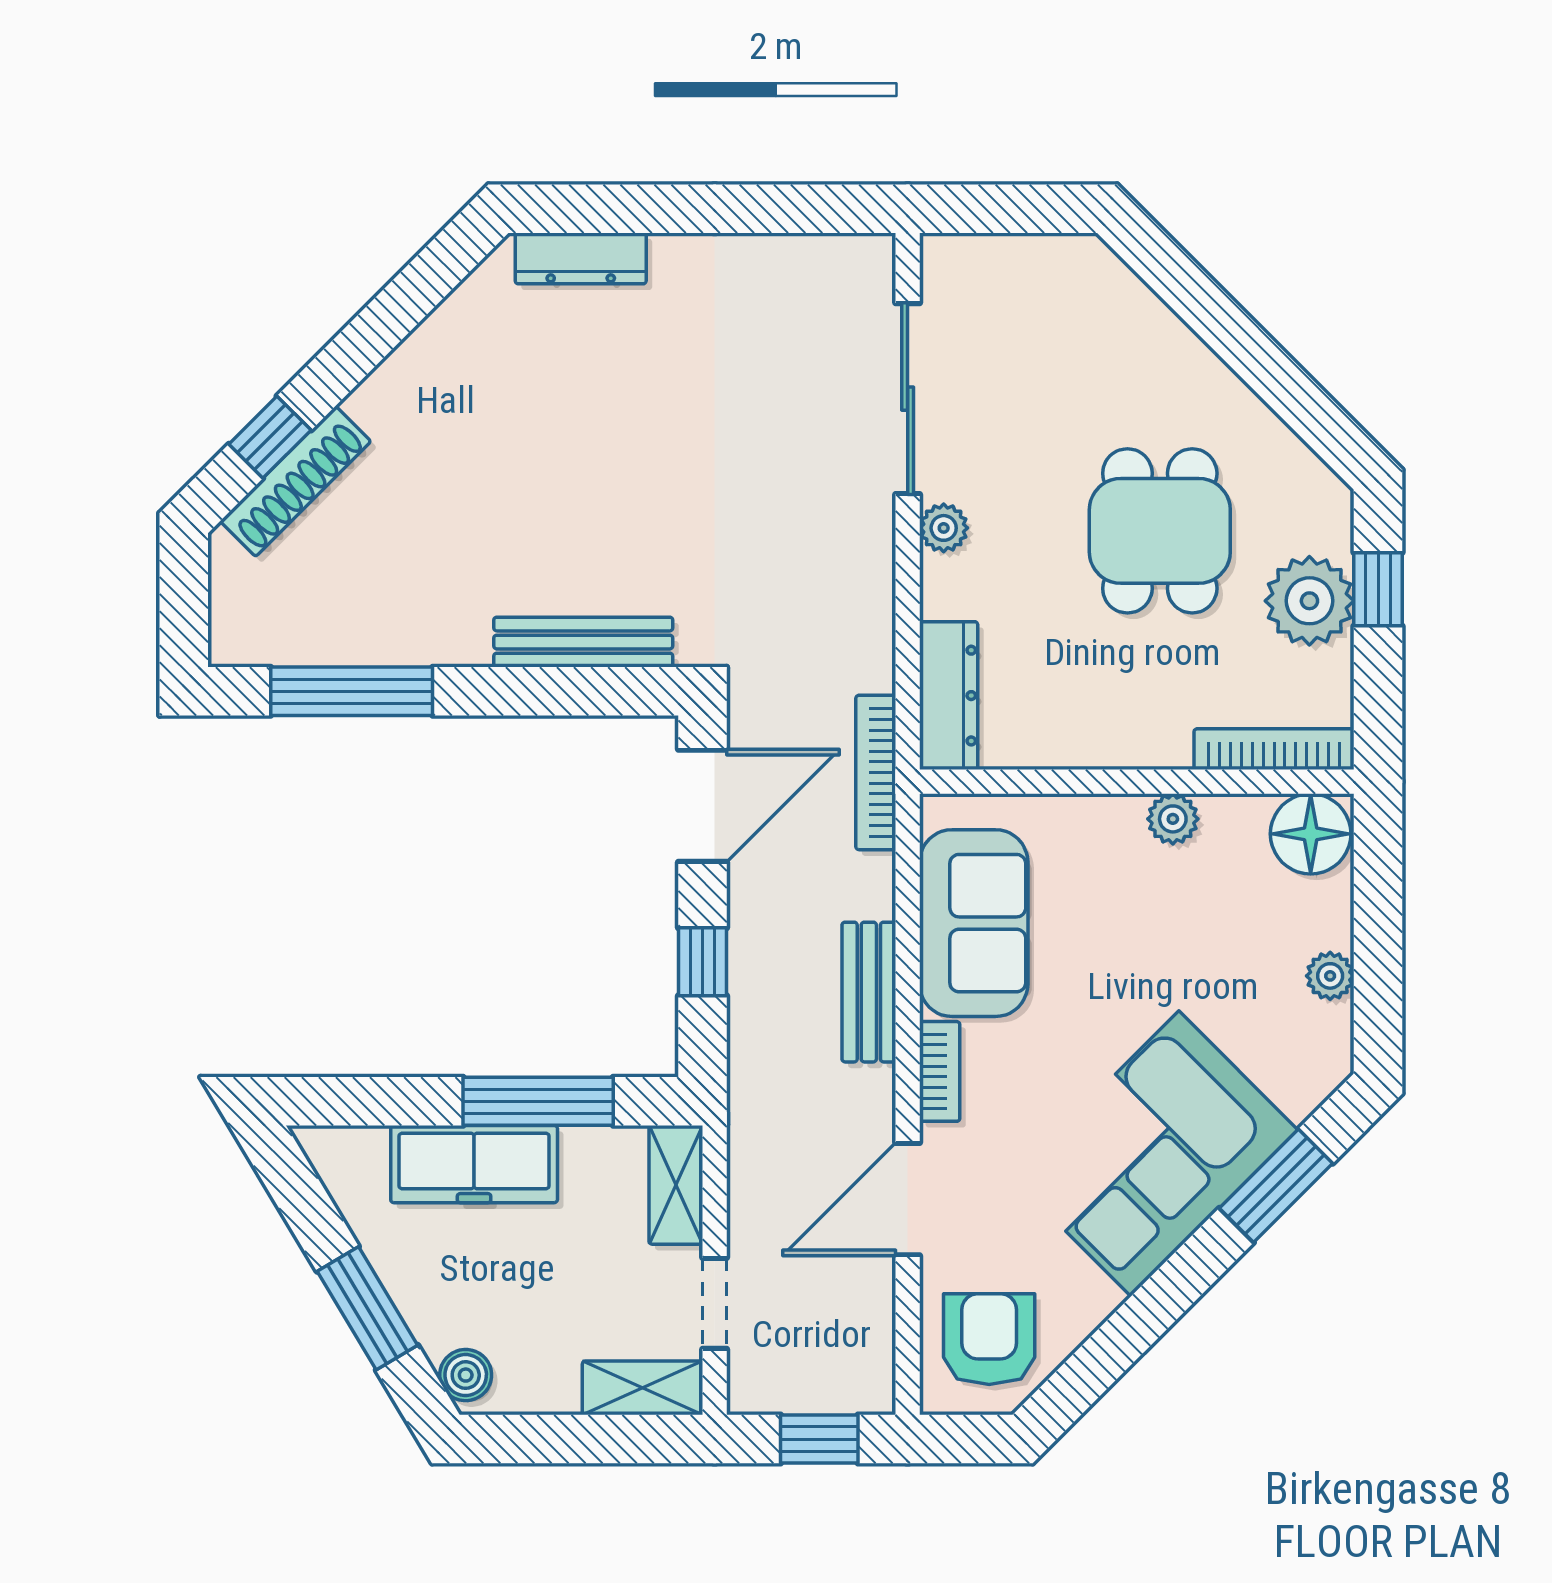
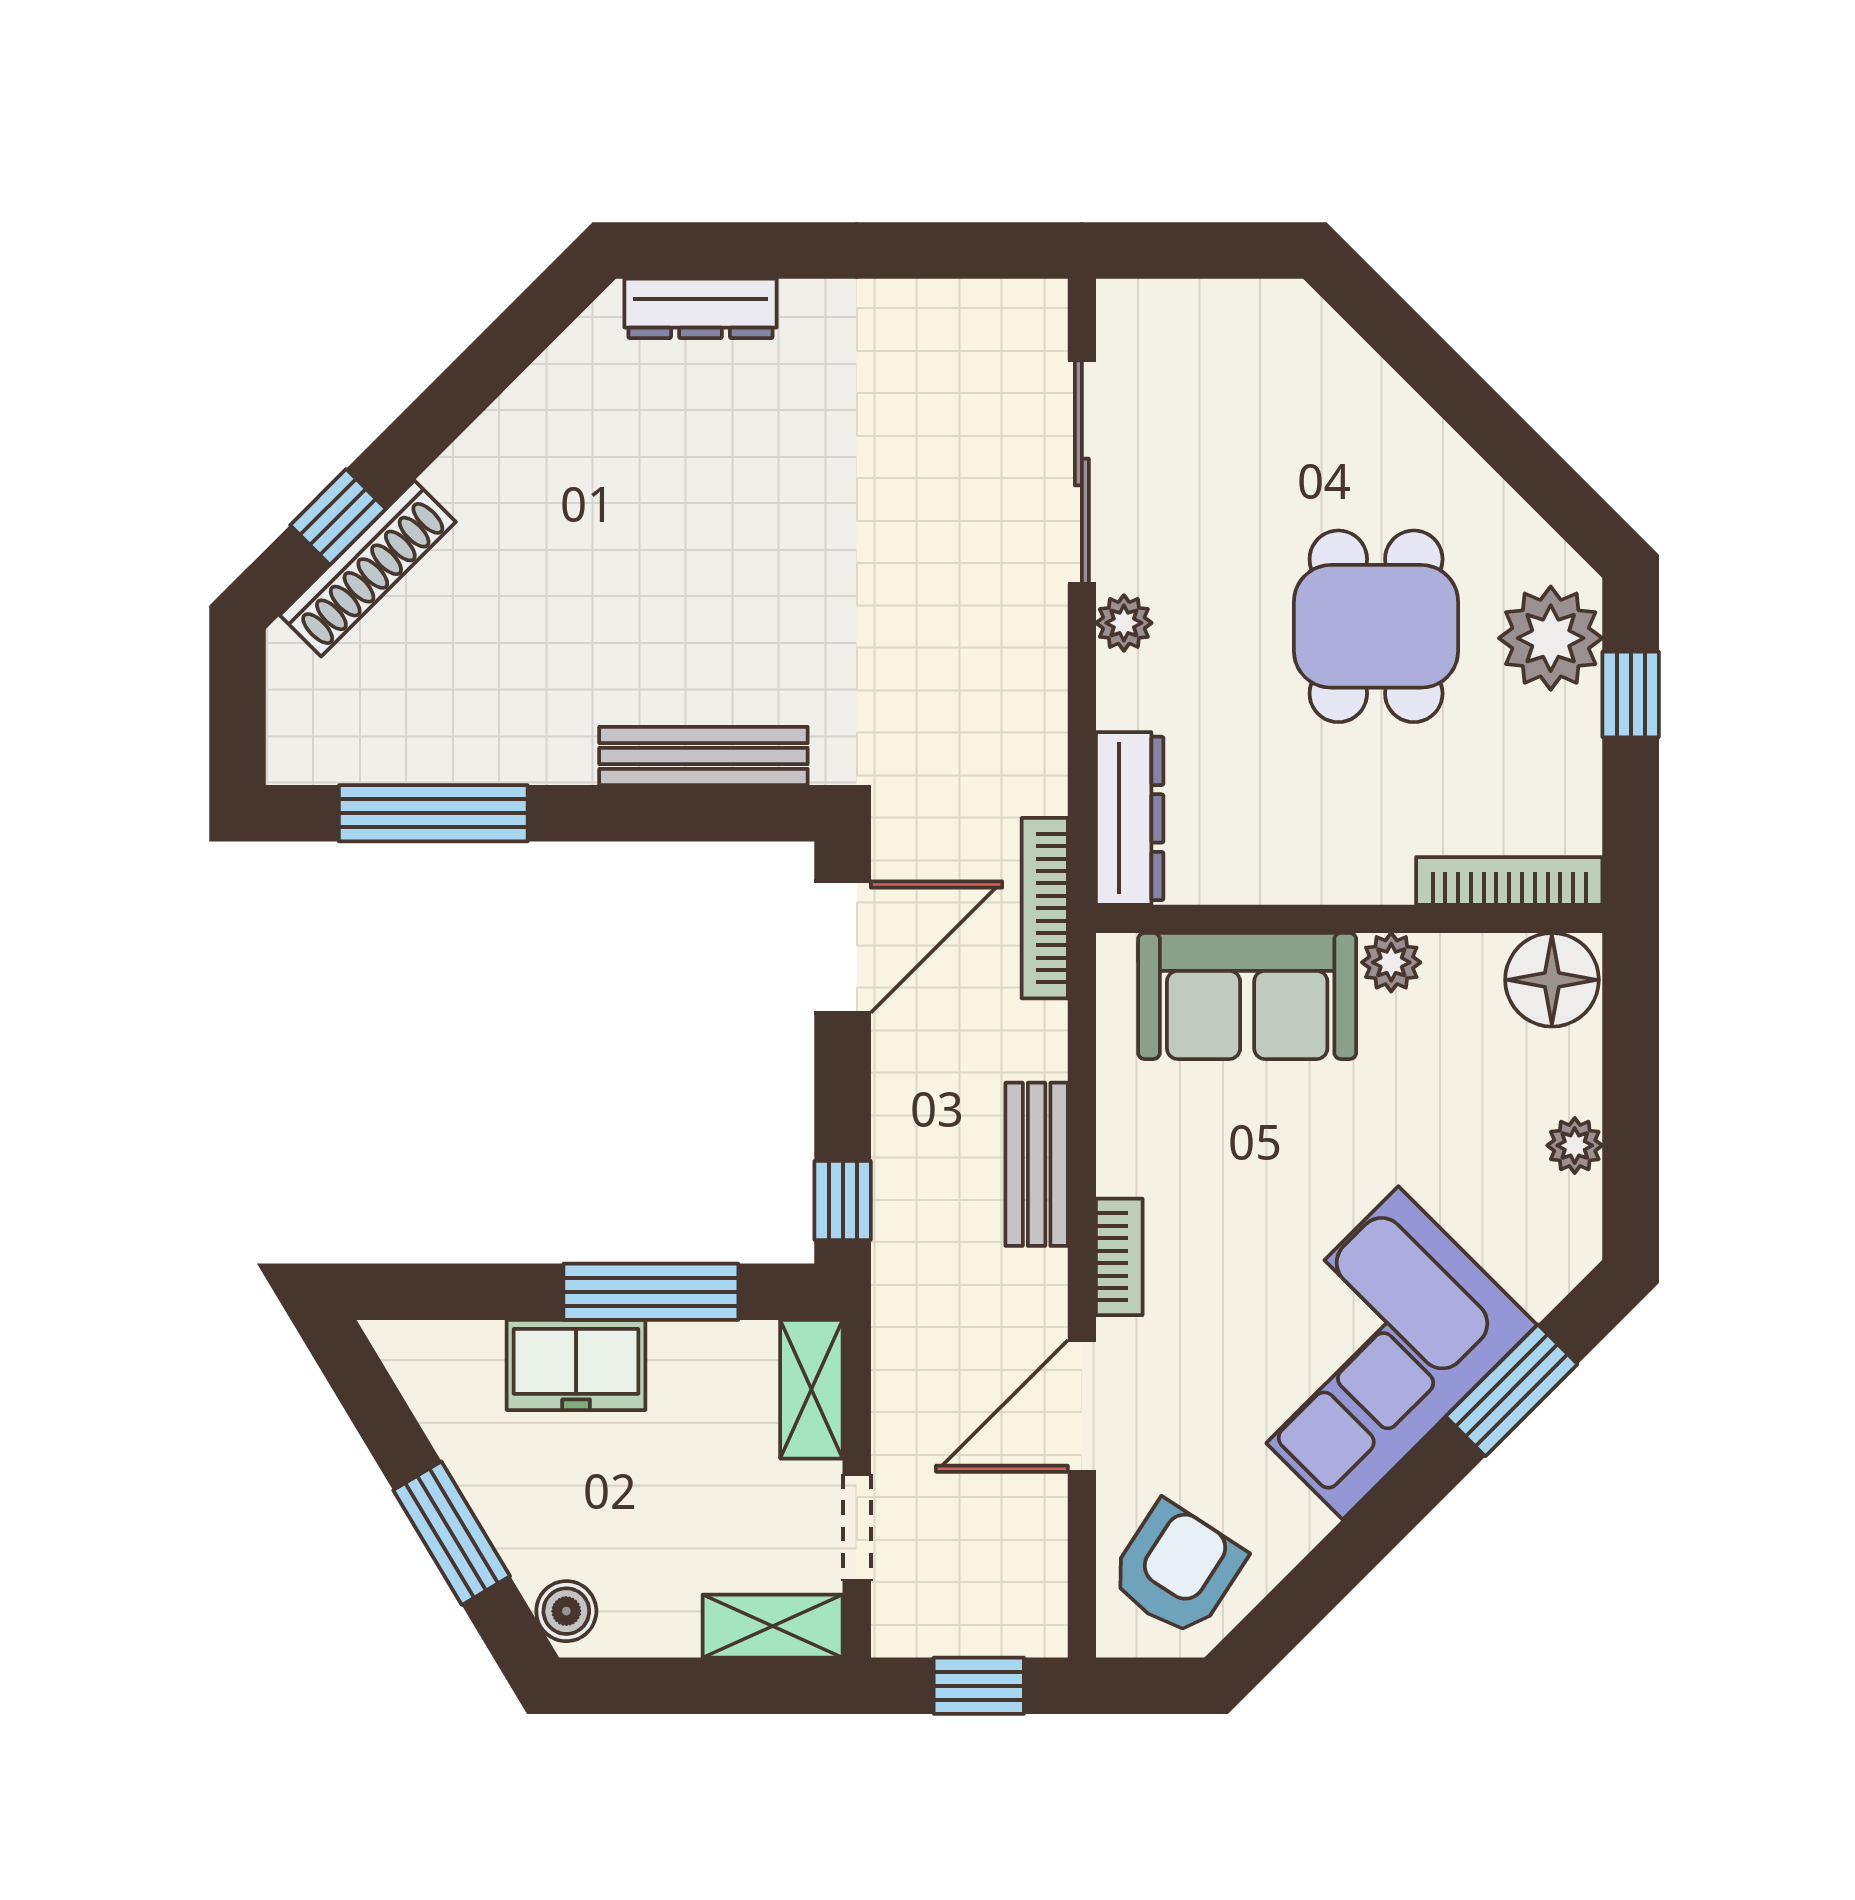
plant: (1309, 601) -> (1551, 638), moved
sofa: (974, 923) -> (1247, 996), moved, turned 90
window: (703, 962) -> (843, 1200), moved
freezer: (474, 1164) -> (576, 1365), width x0.71
armchair: (989, 1339) -> (1177, 1569), turned 33

